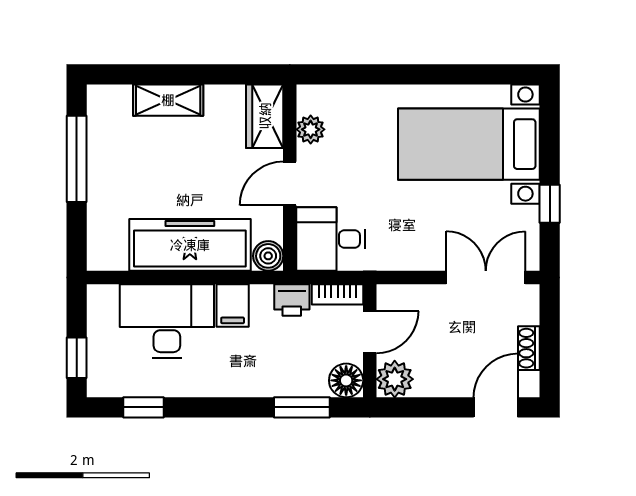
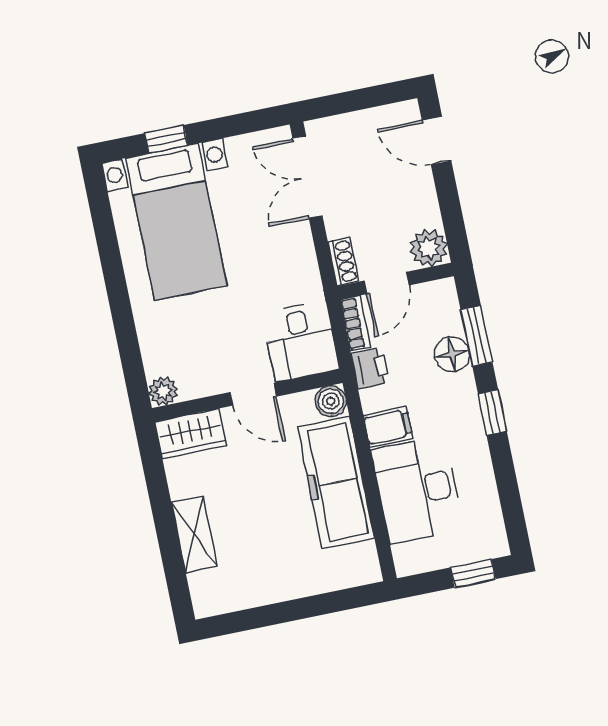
plant: (311, 129) -> (163, 391), moved
window: (77, 159) -> (273, 614), removed
window: (550, 204) -> (166, 139), moved
door: (370, 332) -> (387, 283), swing flipped
shoe rack: (529, 348) -> (343, 262), moved, turned -90
floor lamp: (346, 380) -> (452, 354), moved
window: (144, 407) -> (492, 413), moved

